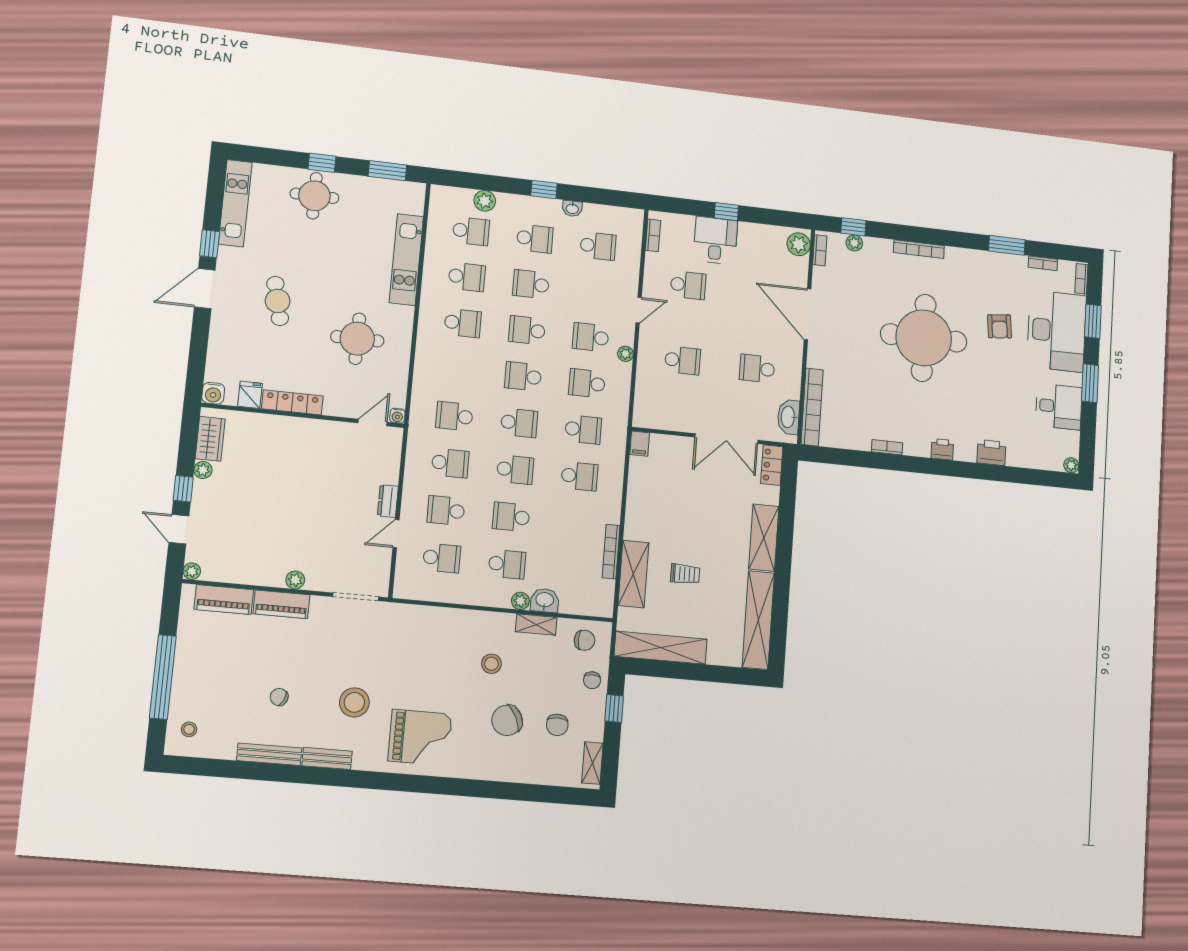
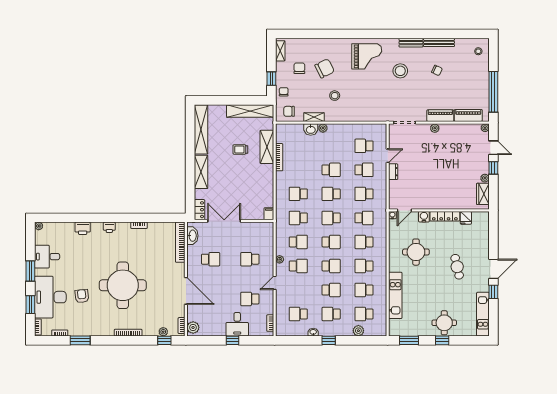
water cooler: (213, 393) -> (424, 217), moved
school desk: (507, 564) -> (364, 242), moved
window: (163, 677) -> (493, 92), moved
grand piano: (420, 737) -> (367, 56), turned 180

